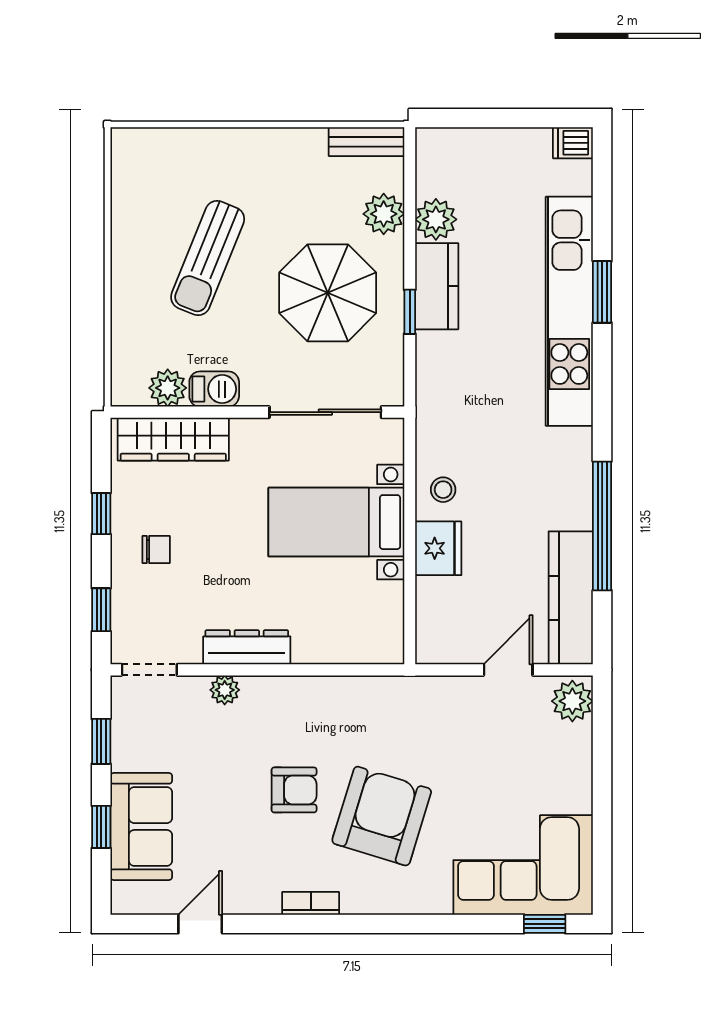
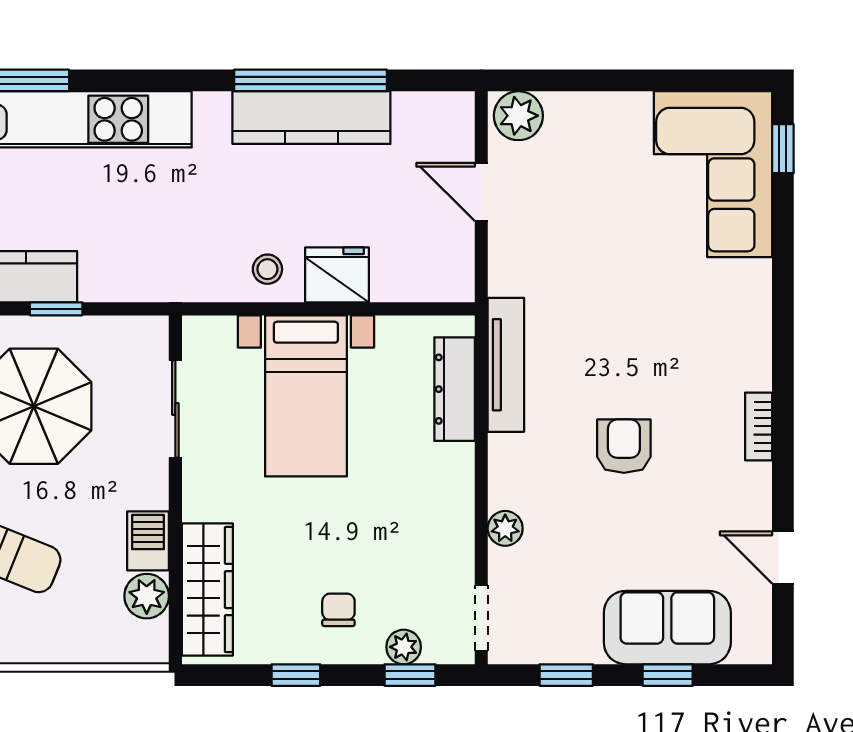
sliding door: (325, 412) -> (175, 409), width x0.73
kitchen counter: (571, 598) -> (311, 118), moved
plant: (125, 604) -> (404, 647), added
dresser: (247, 647) -> (455, 389), moved
tv unit: (363, 691) -> (506, 365), added
armchair: (382, 816) -> (655, 342), removed

